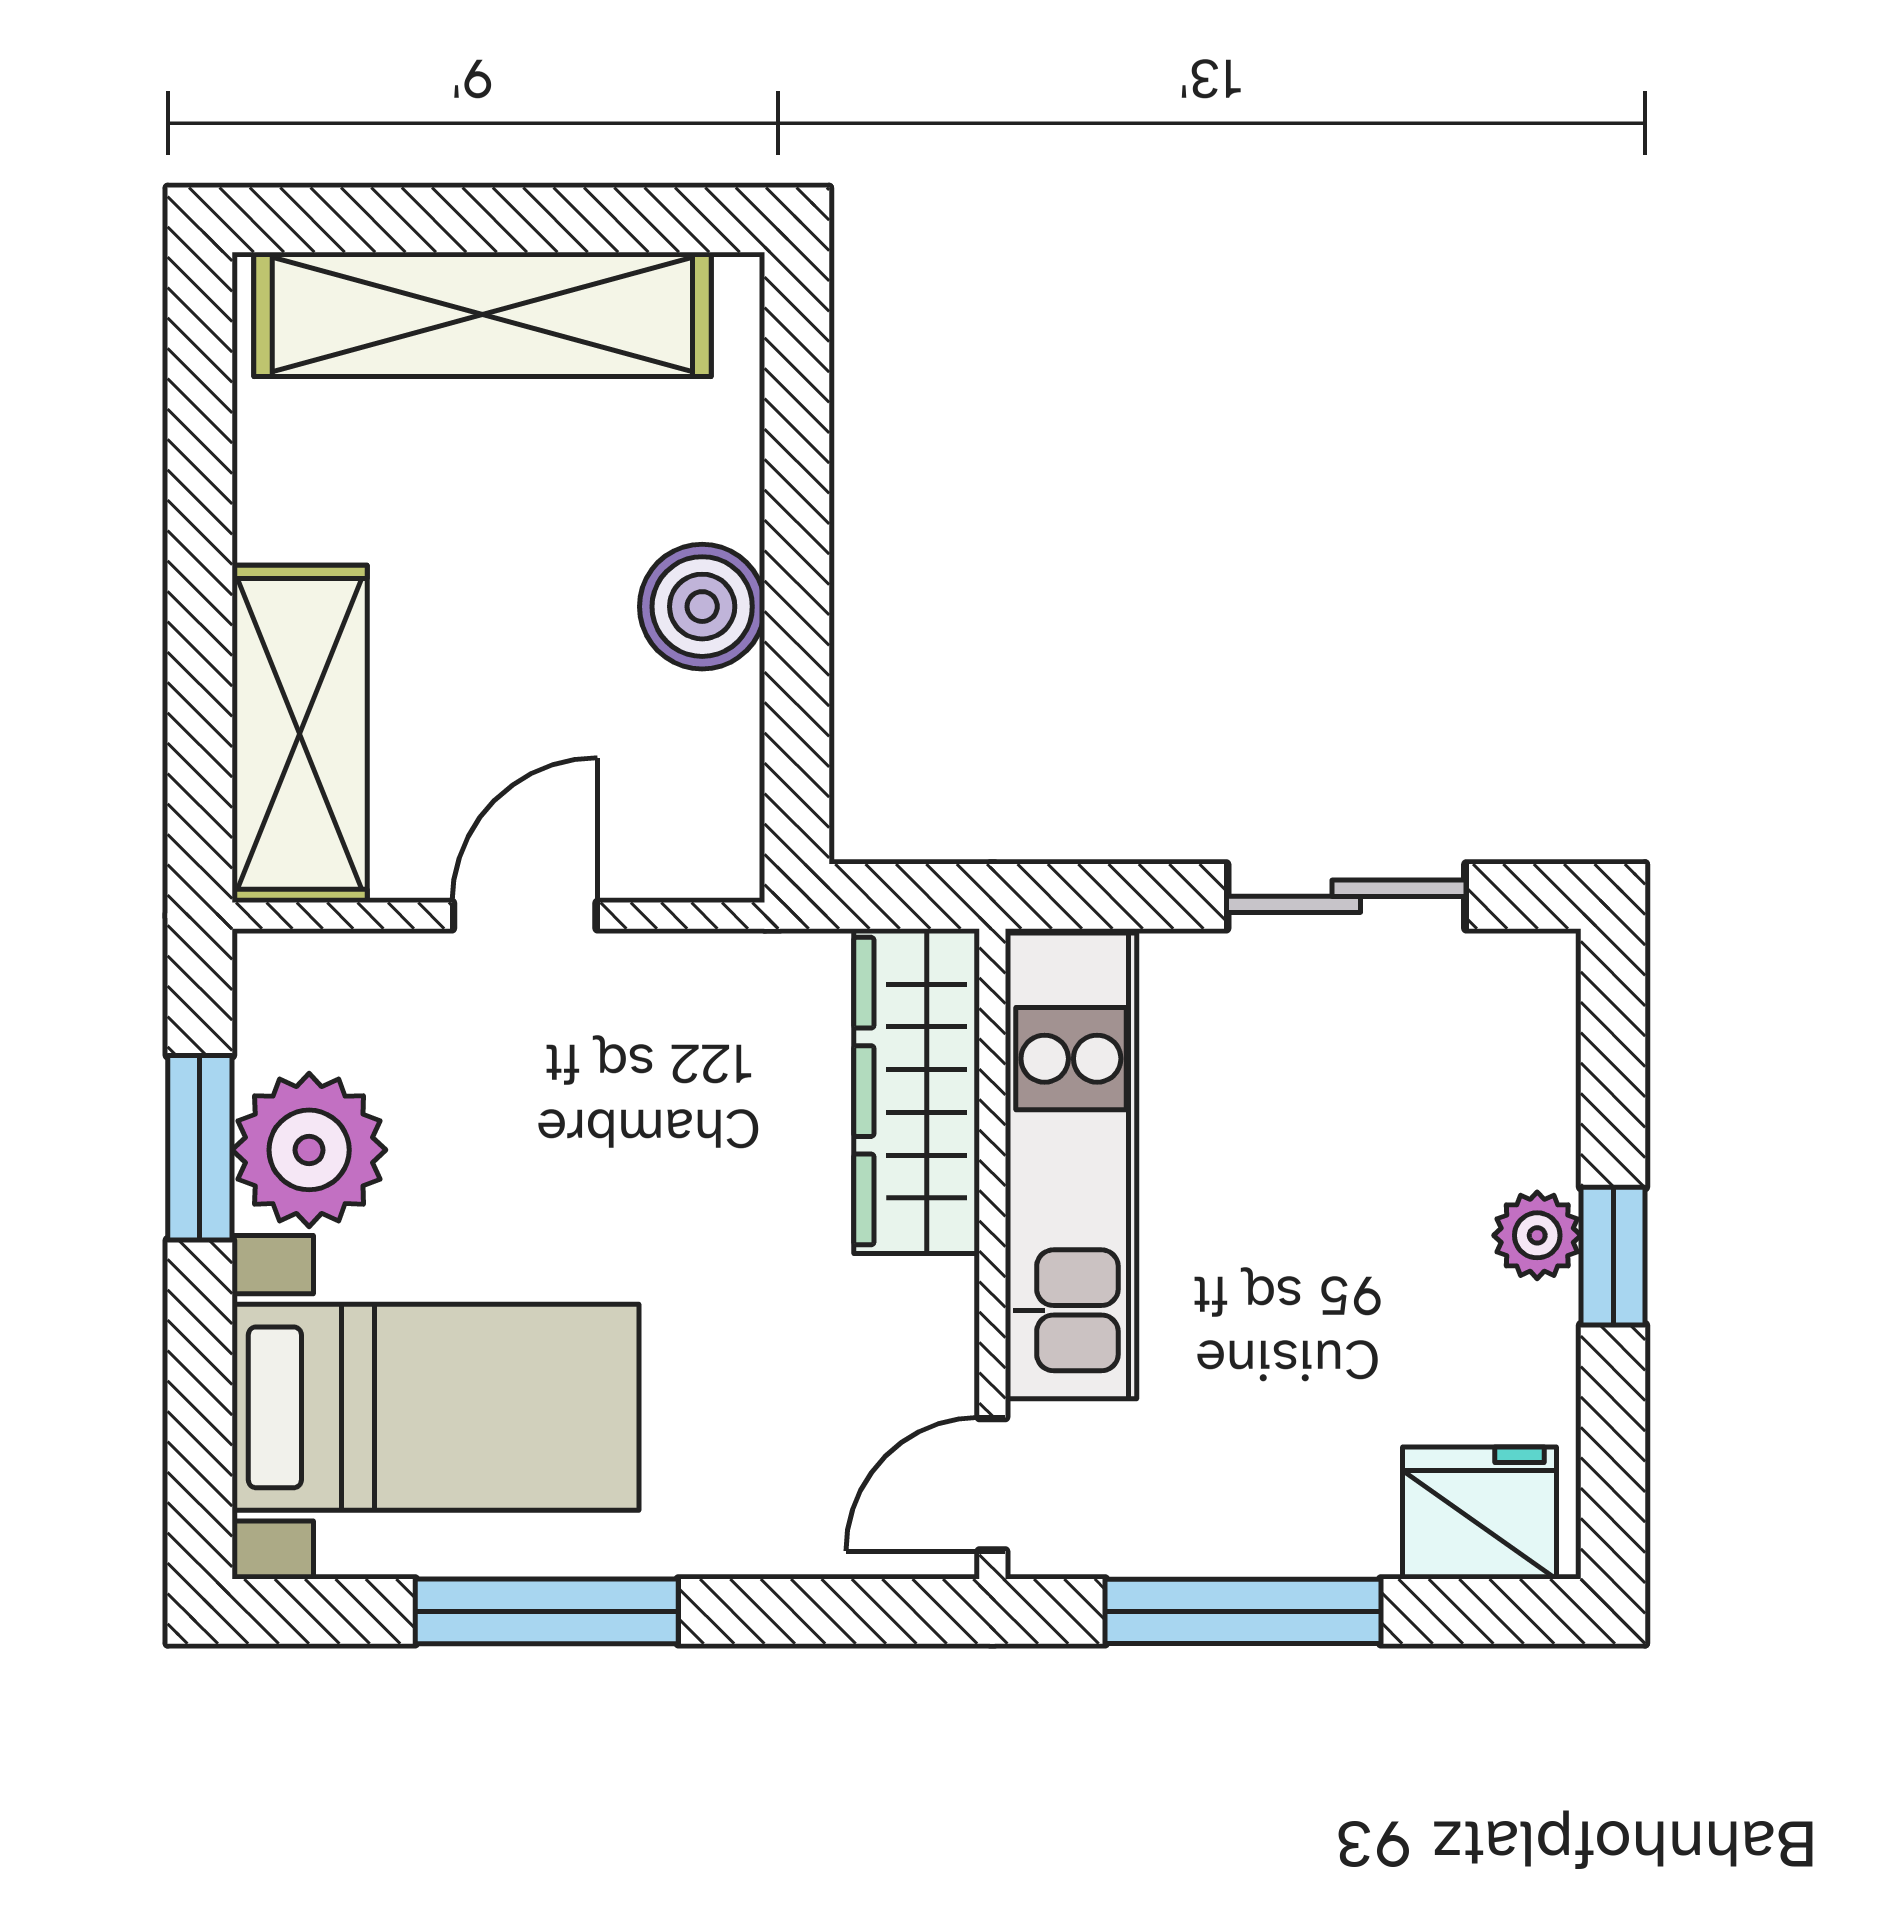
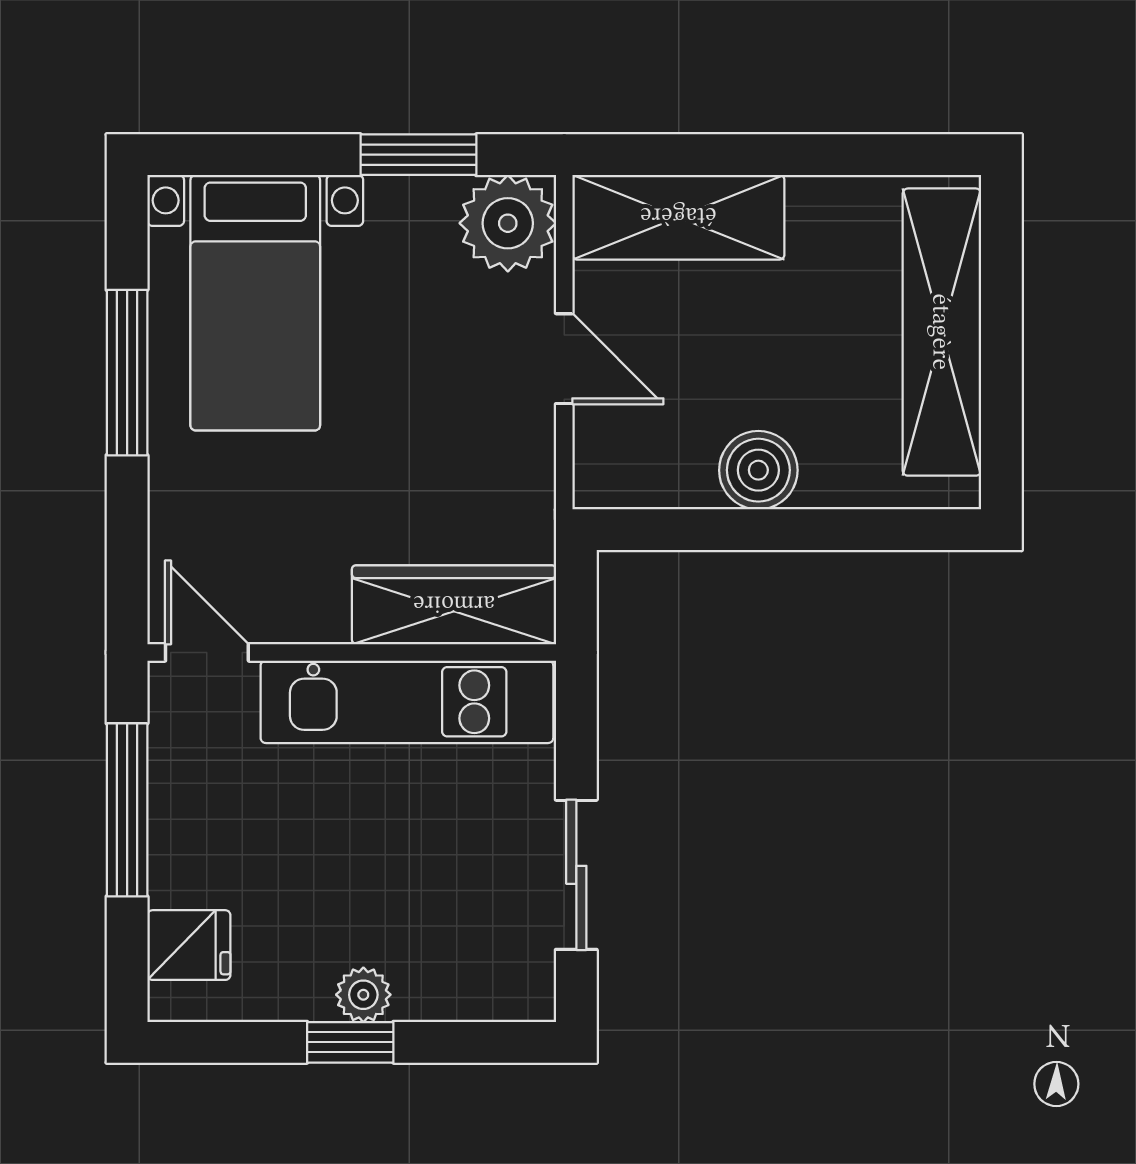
plant: (309, 1150) -> (508, 223), moved
fridge: (1480, 1513) -> (189, 945), width x0.72

